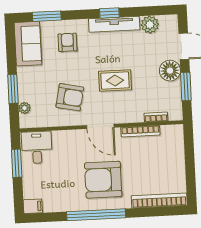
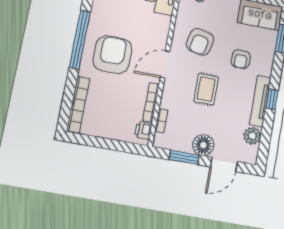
armchair: (67, 42) -> (241, 59), moved, turned 90
printer: (169, 132) -> (143, 130), added

